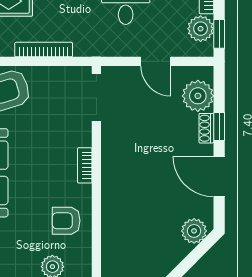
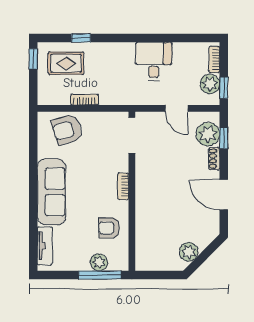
bookcase: (44, 50) -> (85, 100), width x0.64
window: (219, 126) -> (224, 138), moved
plant: (194, 231) -> (189, 252), moved

